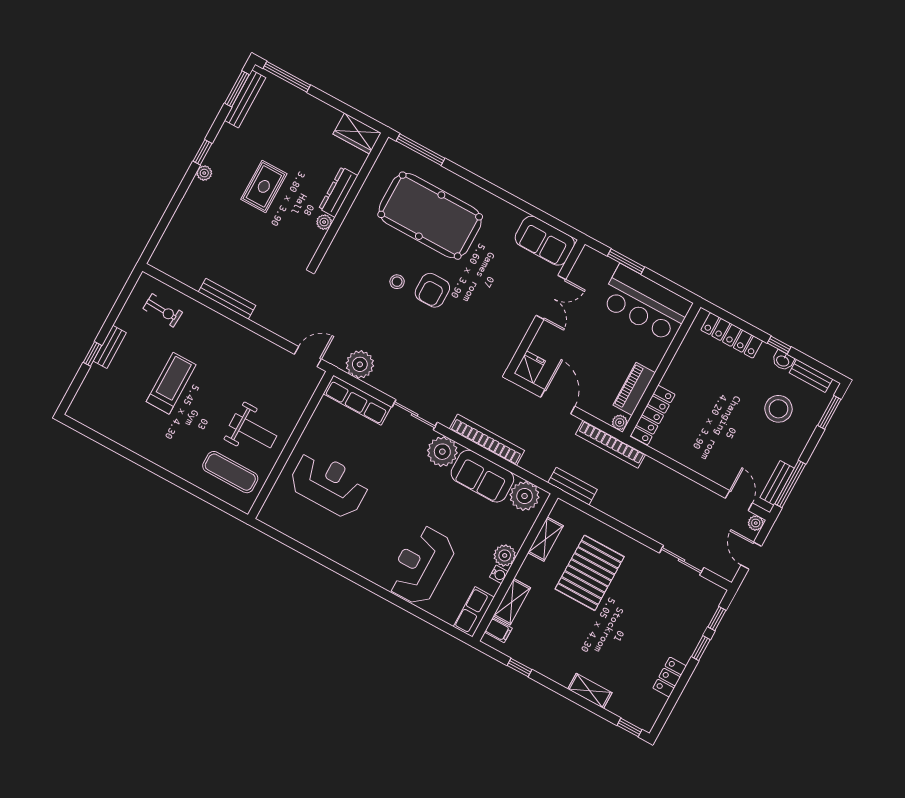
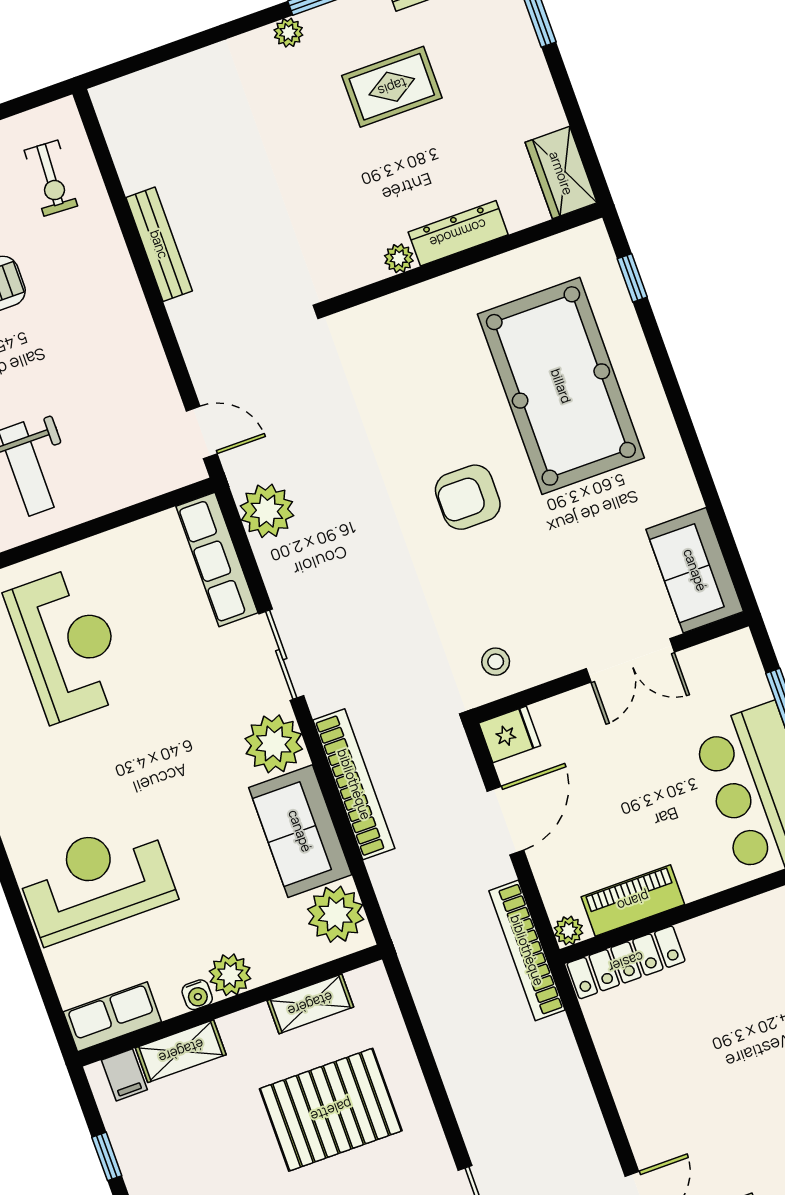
window: (421, 150) -> (632, 278), width x0.46
rug: (264, 186) -> (392, 87), moved
stool: (397, 282) -> (496, 662), moved
bench: (573, 486) -> (418, 962), removed

